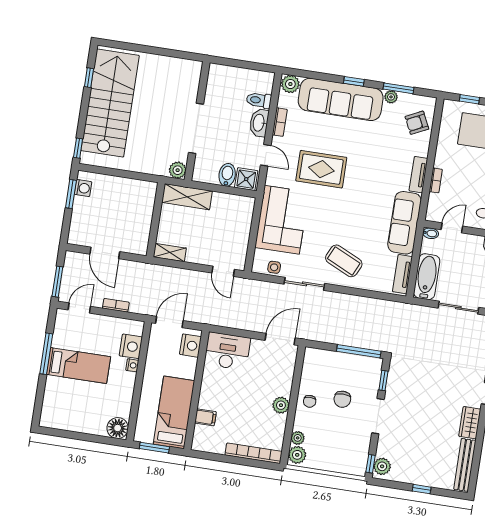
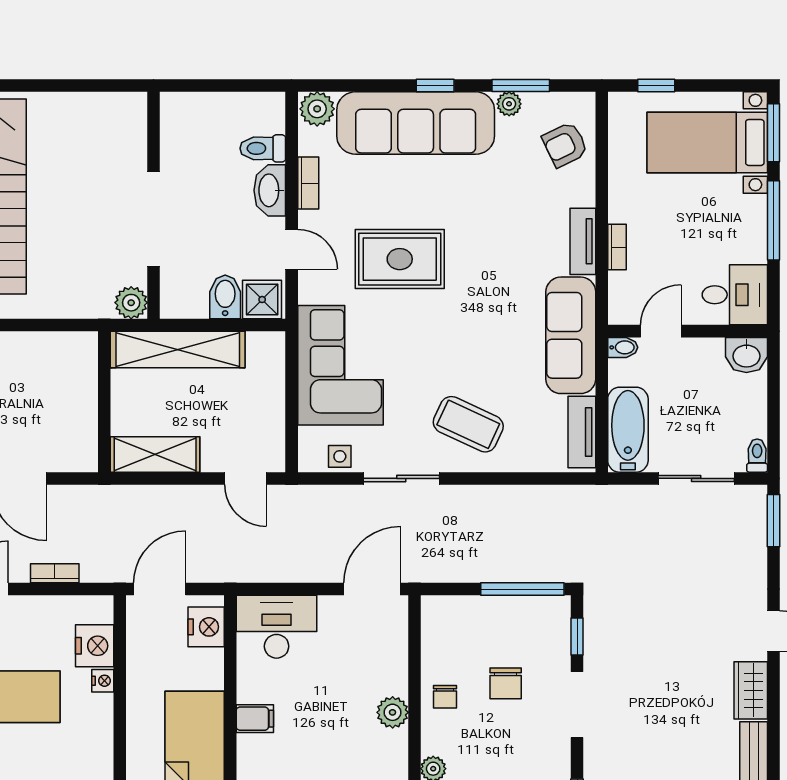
shelving: (187, 197) -> (178, 349), width x1.47
shelving: (170, 253) -> (155, 455), width x1.50, depth x1.33
filing cabinet: (205, 417) -> (255, 719), moved

